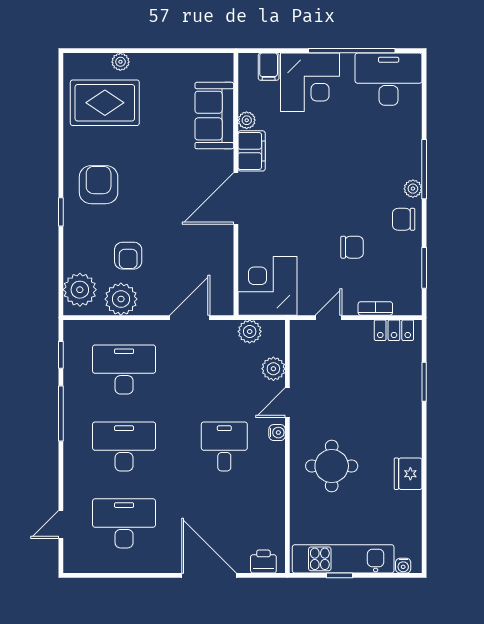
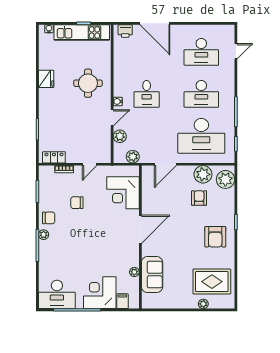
filing cabinet: (252, 151) -> (132, 255), removed
corner desk: (268, 286) -> (123, 193), moved, turned 90
desk: (124, 370) -> (201, 136), width x1.36, depth x1.30

